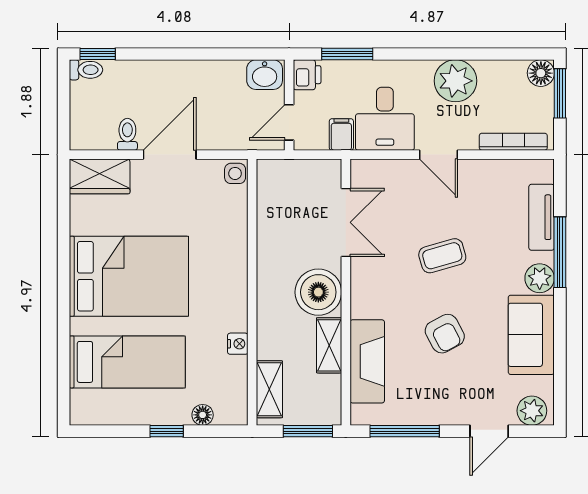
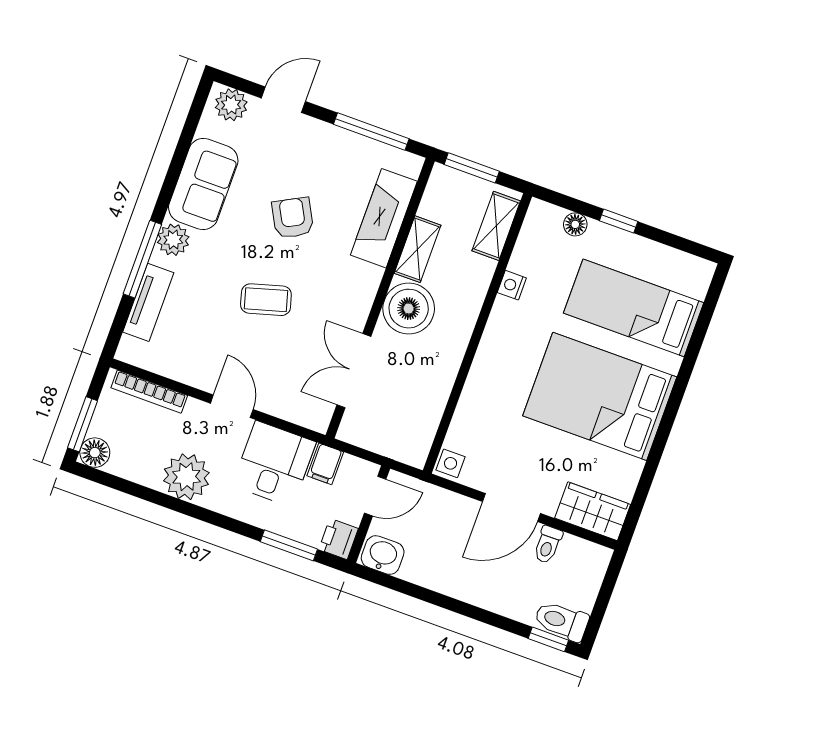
toilet: (86, 70) -> (561, 621), width x1.37, depth x1.39

